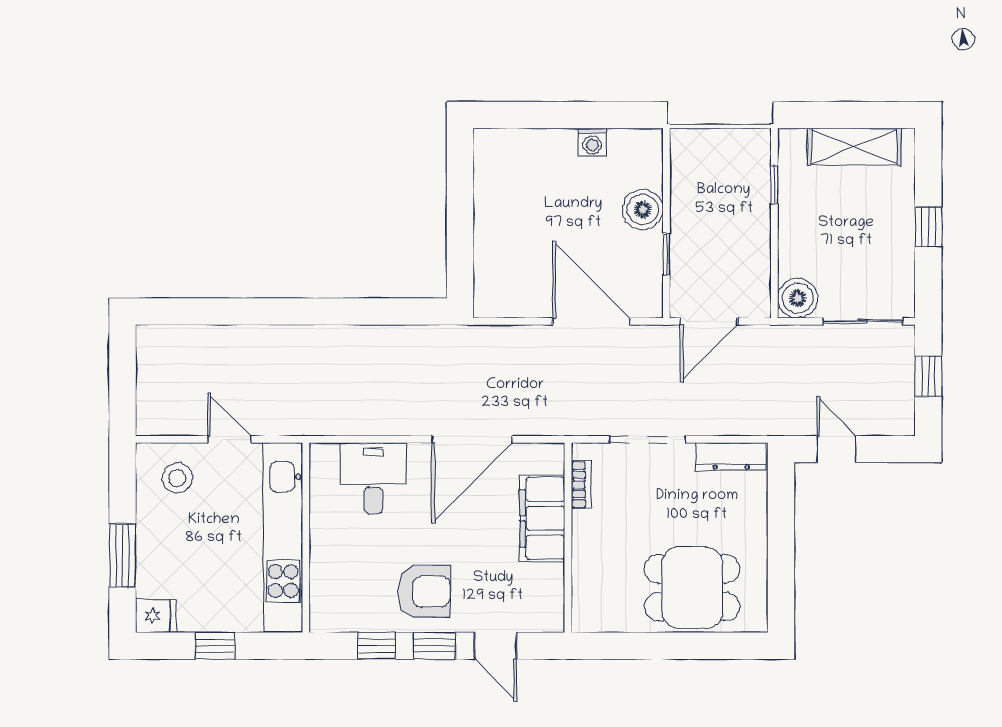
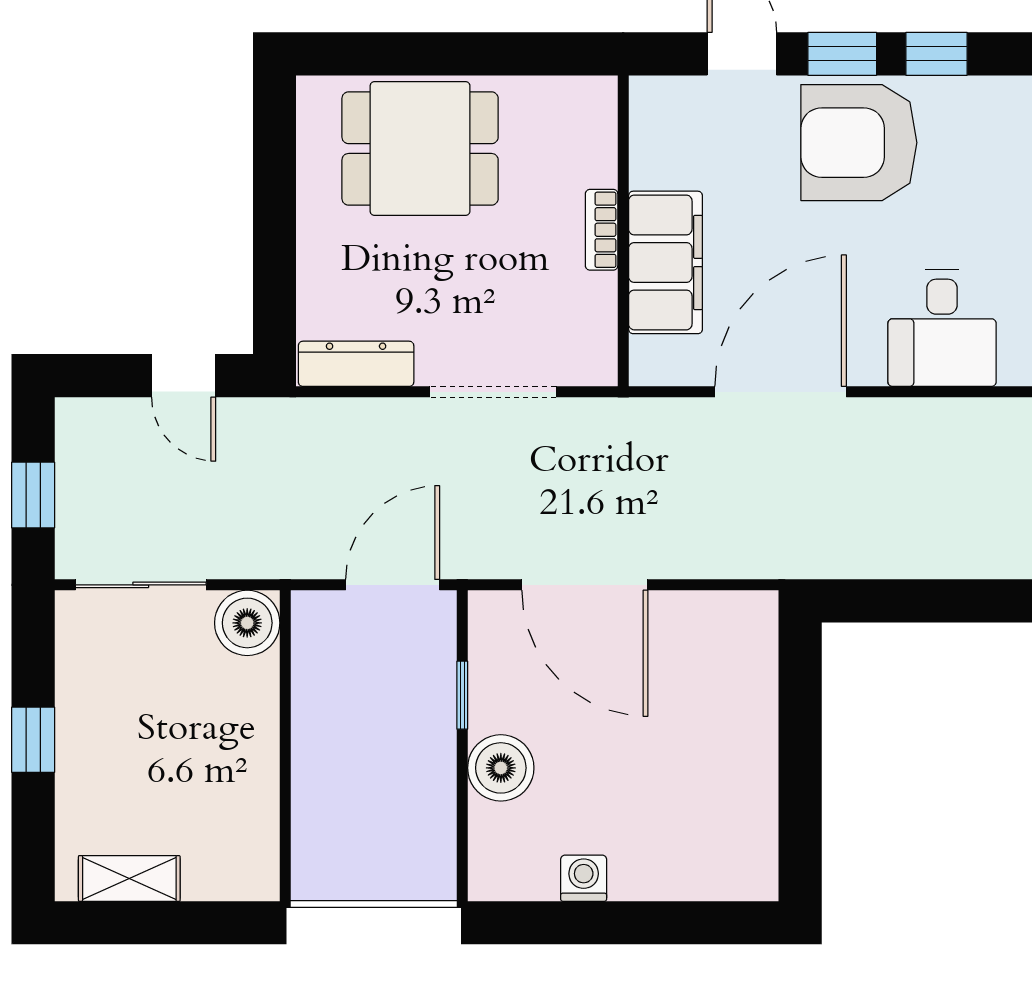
shelving: (854, 147) -> (129, 878), width x0.67, depth x0.75
window: (774, 185) -> (285, 809), removed
bookcase: (581, 484) -> (602, 230), moved
armchair: (424, 591) -> (859, 143), width x1.36, depth x1.36

